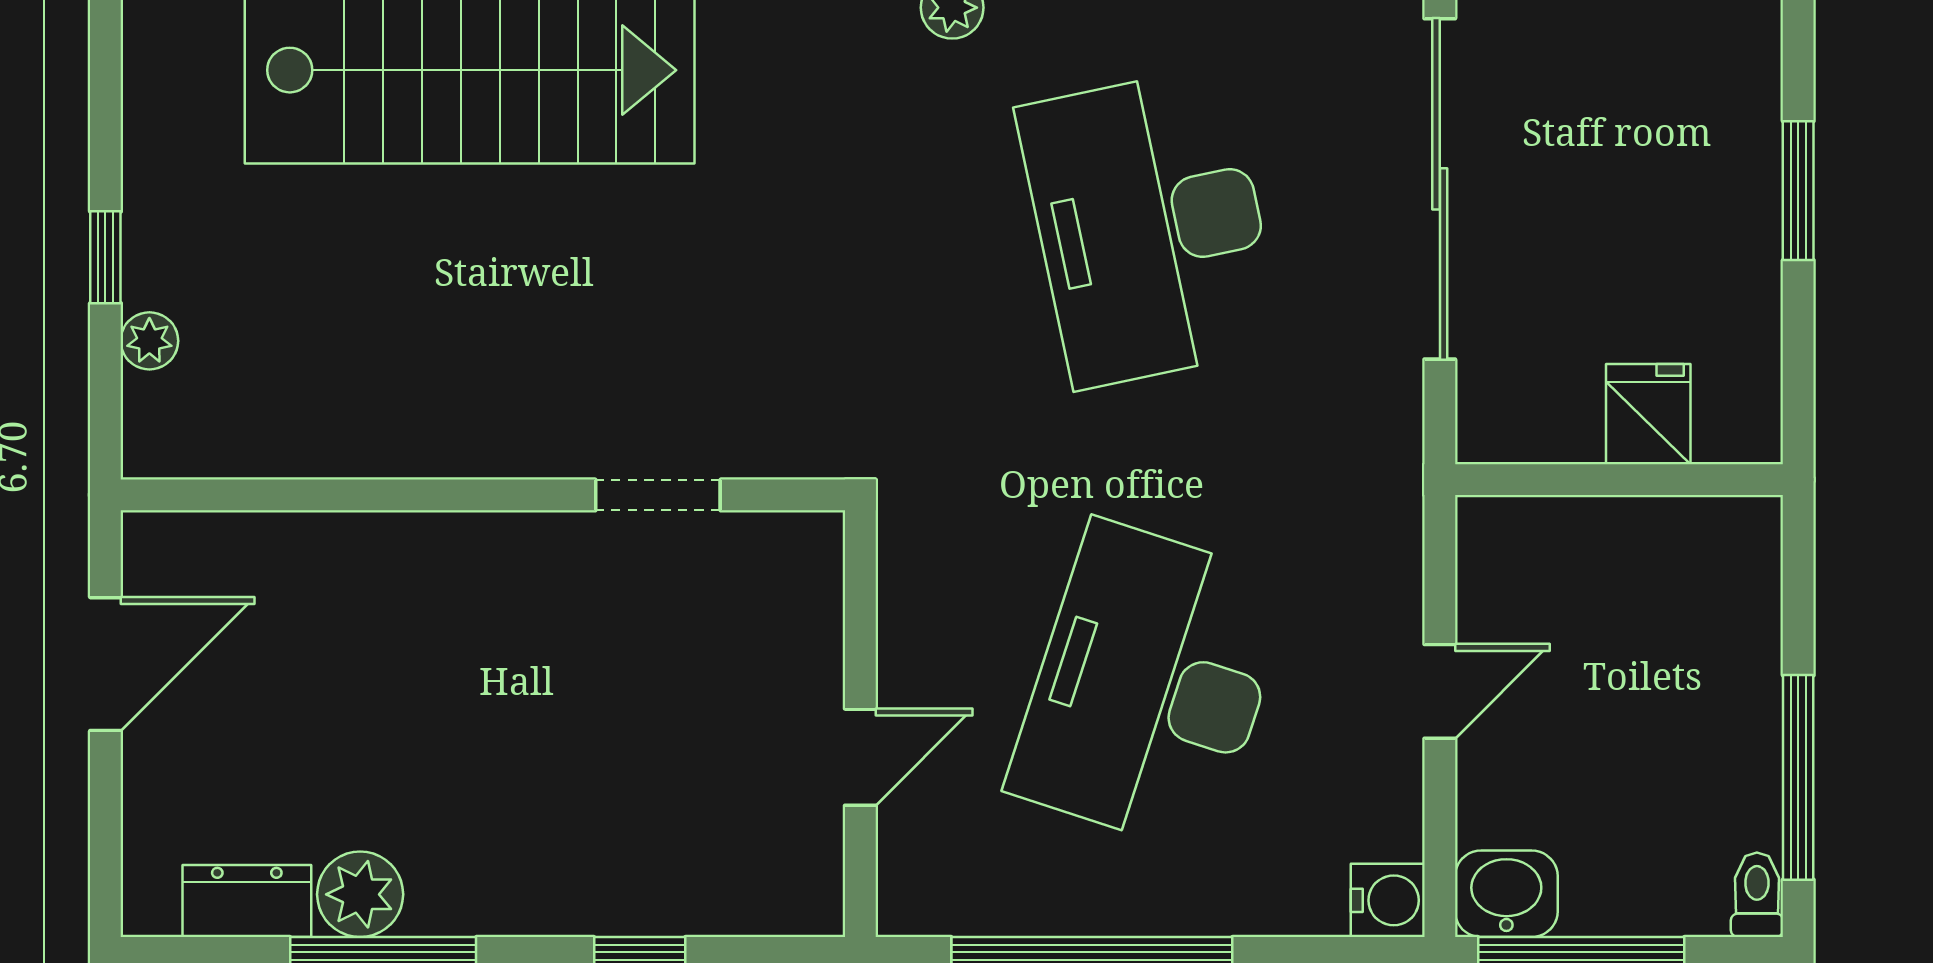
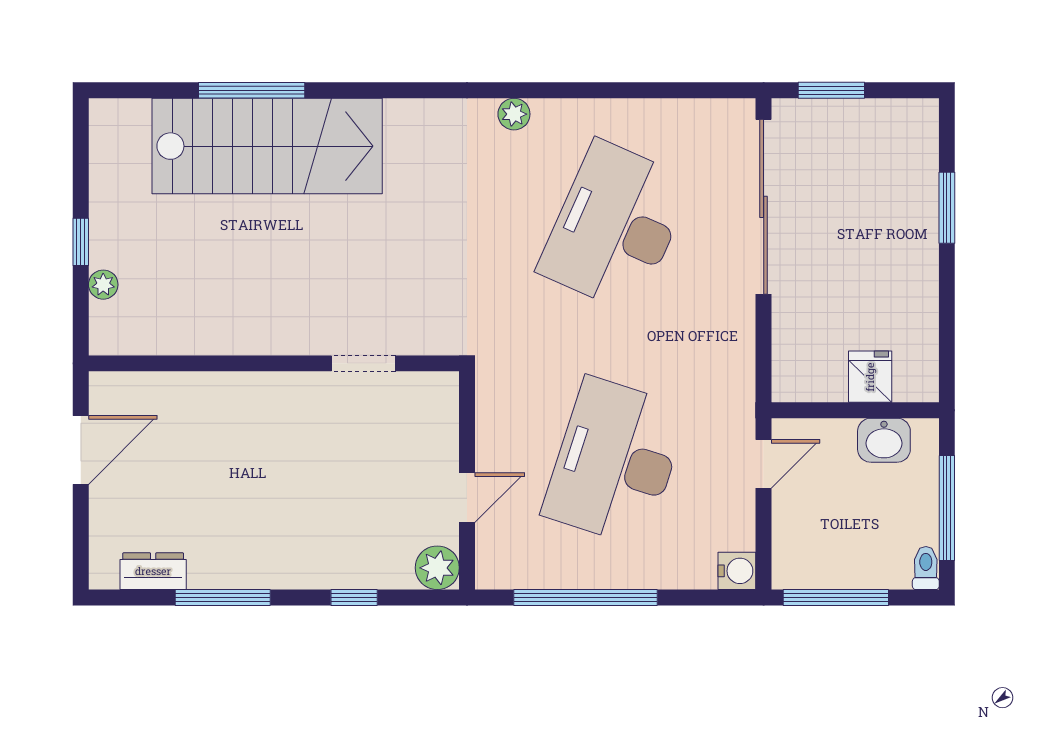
desk: (1150, 227) -> (615, 226), turned 36
fridge: (1648, 414) -> (870, 377), moved
wall: (1619, 480) -> (855, 410), moved
plant: (360, 894) -> (437, 568), moved
washbasin: (1506, 894) -> (884, 440), moved, turned 180

